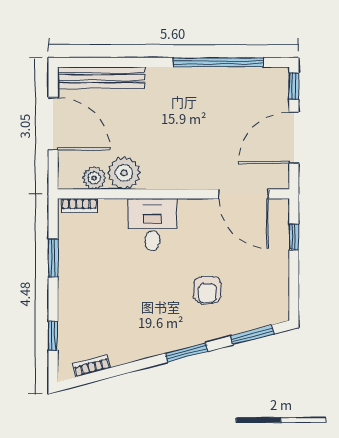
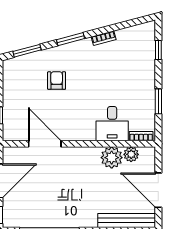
door: (244, 194) -> (45, 144), moved
desk: (152, 224) -> (112, 124), moved
bookcase: (92, 366) -> (104, 38), moved

